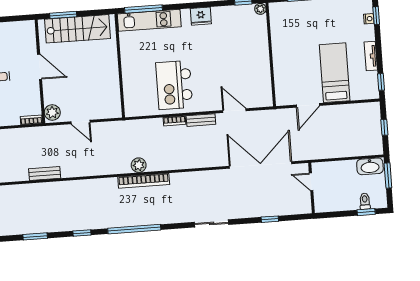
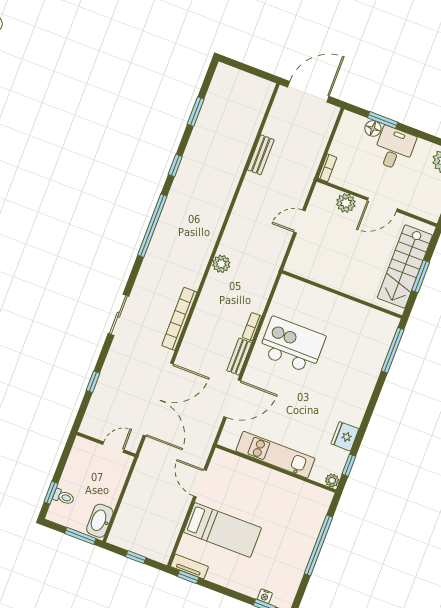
window: (63, 15) -> (421, 276), moved
fridge: (201, 16) -> (345, 436), moved
kitchen unit: (149, 20) -> (275, 455), moved, turned 90
tv unit: (371, 56) -> (189, 566), moved
door: (234, 111) -> (232, 399), width x1.36
plant: (52, 112) -> (346, 203), moved
bookcase: (144, 181) -> (179, 319), moved

